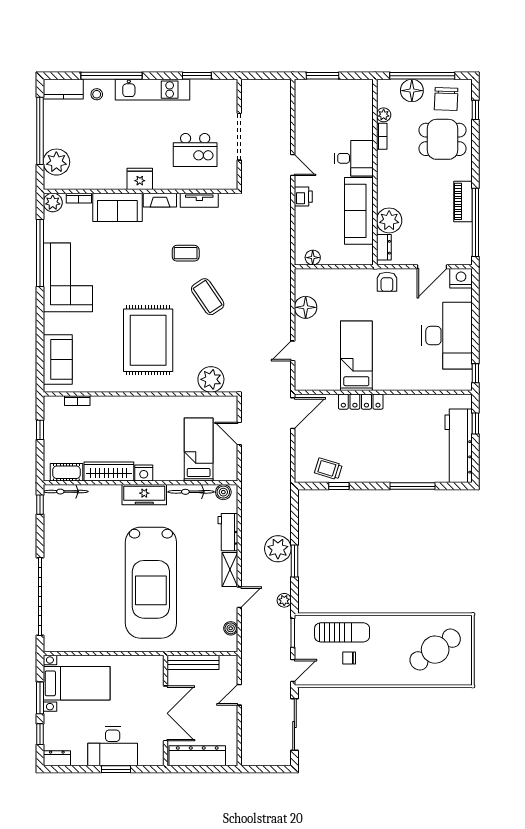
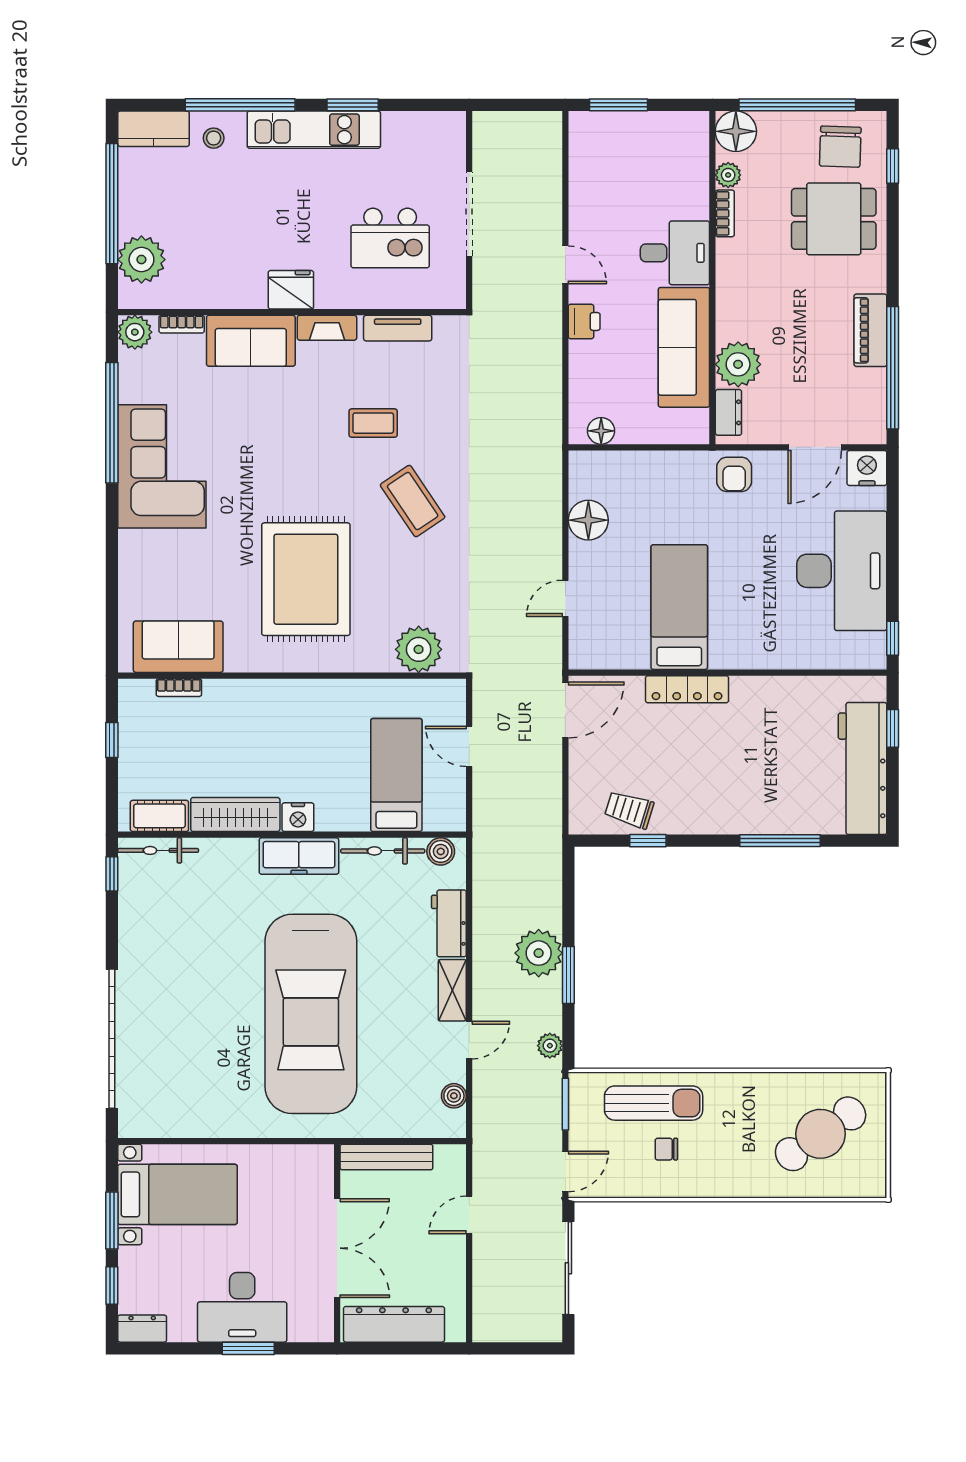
window: (197, 76) -> (353, 105), moved
floor lamp: (412, 91) -> (736, 131), moved
sofa: (58, 359) -> (178, 647), moved, turned -90

